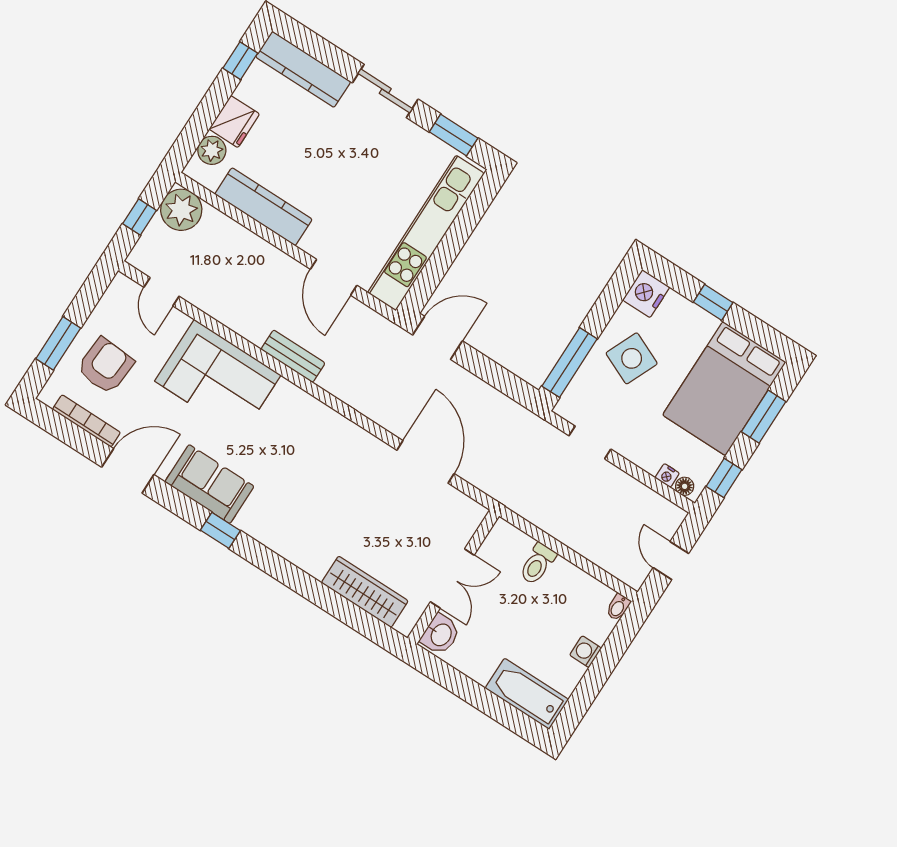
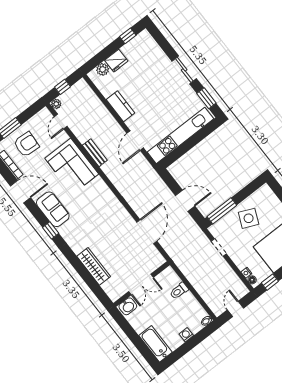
kitchen counter: (303, 69) -> (153, 49), removed
kitchen counter: (263, 207) -> (120, 106), width x0.67
plant: (181, 210) -> (56, 104), moved, width x0.53, depth x0.53
nightstand: (646, 294) -> (264, 193), removed
door: (438, 338) -> (185, 201), moved
bench: (293, 356) -> (95, 153), moved
wardrobe: (365, 592) -> (94, 266), moved

